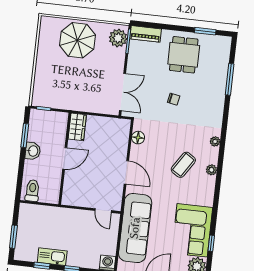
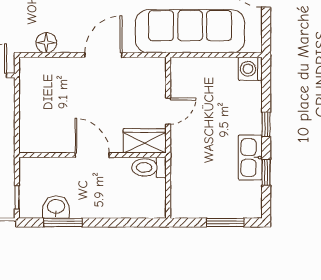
wardrobe: (77, 127) -> (144, 141), moved
washbasin: (33, 151) -> (56, 207), moved
toilet: (32, 191) -> (149, 168), moved
door: (103, 211) -> (168, 111), moved

